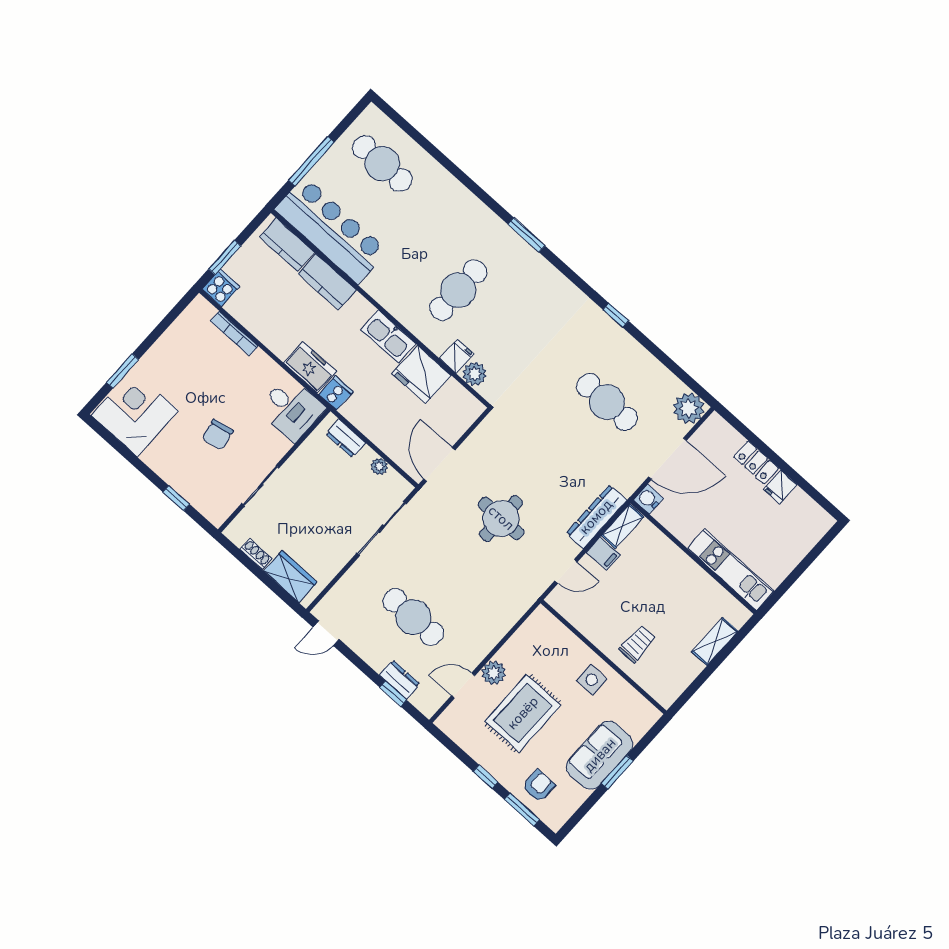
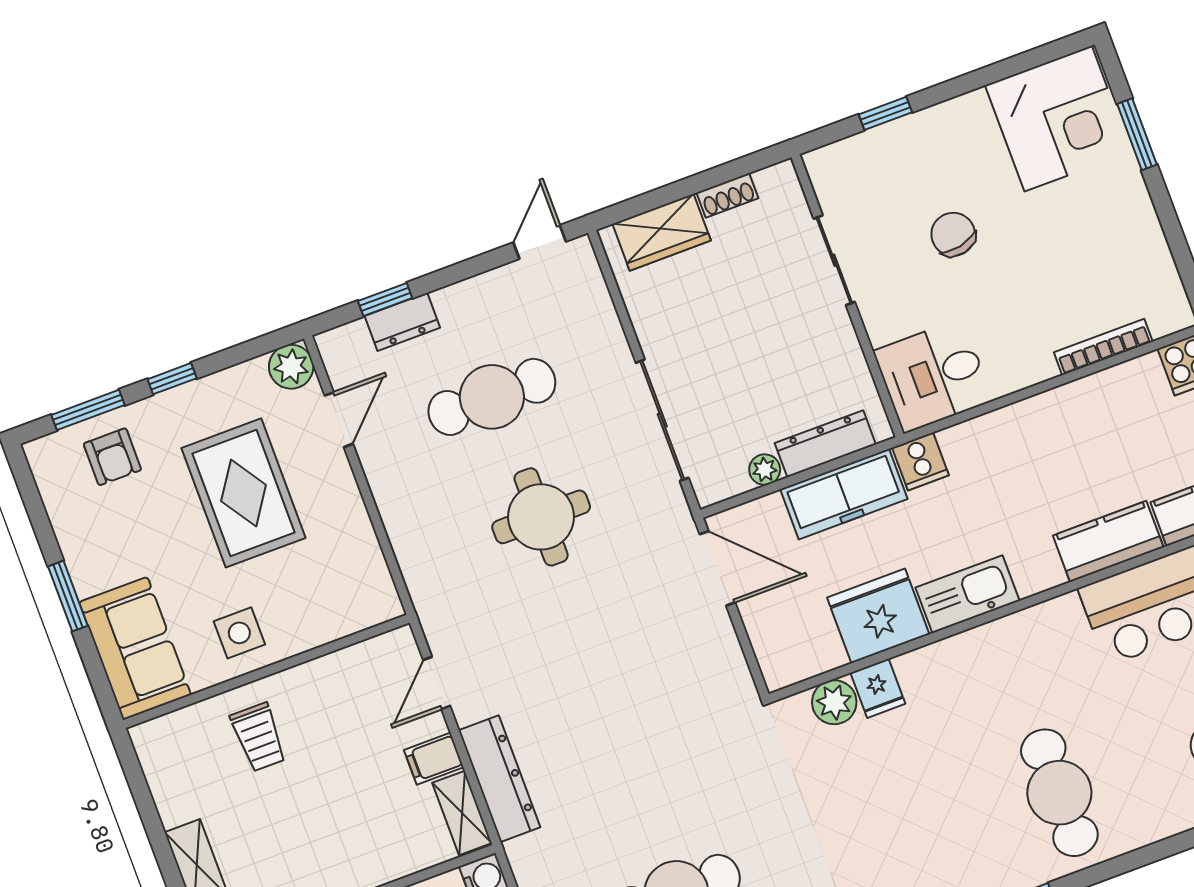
cafe table: (458, 290) -> (1059, 793), moved
freezer: (310, 367) -> (844, 494), moved, width x1.40
dresser: (346, 438) -> (825, 444), width x1.44
round table: (501, 518) -> (541, 517), moved
plant: (494, 673) -> (291, 367), moved
sofa: (600, 755) -> (135, 648), moved

